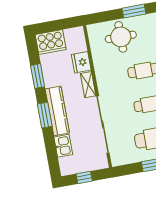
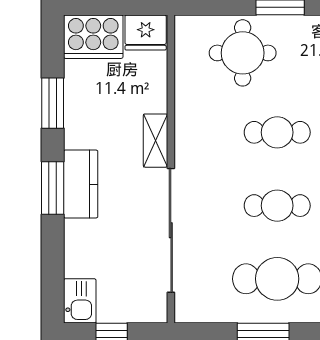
fridge: (81, 62) -> (146, 33), moved, turned -90
kitchen counter: (57, 111) -> (81, 184), width x0.67
kitchen sink: (63, 146) -> (80, 301), moved

